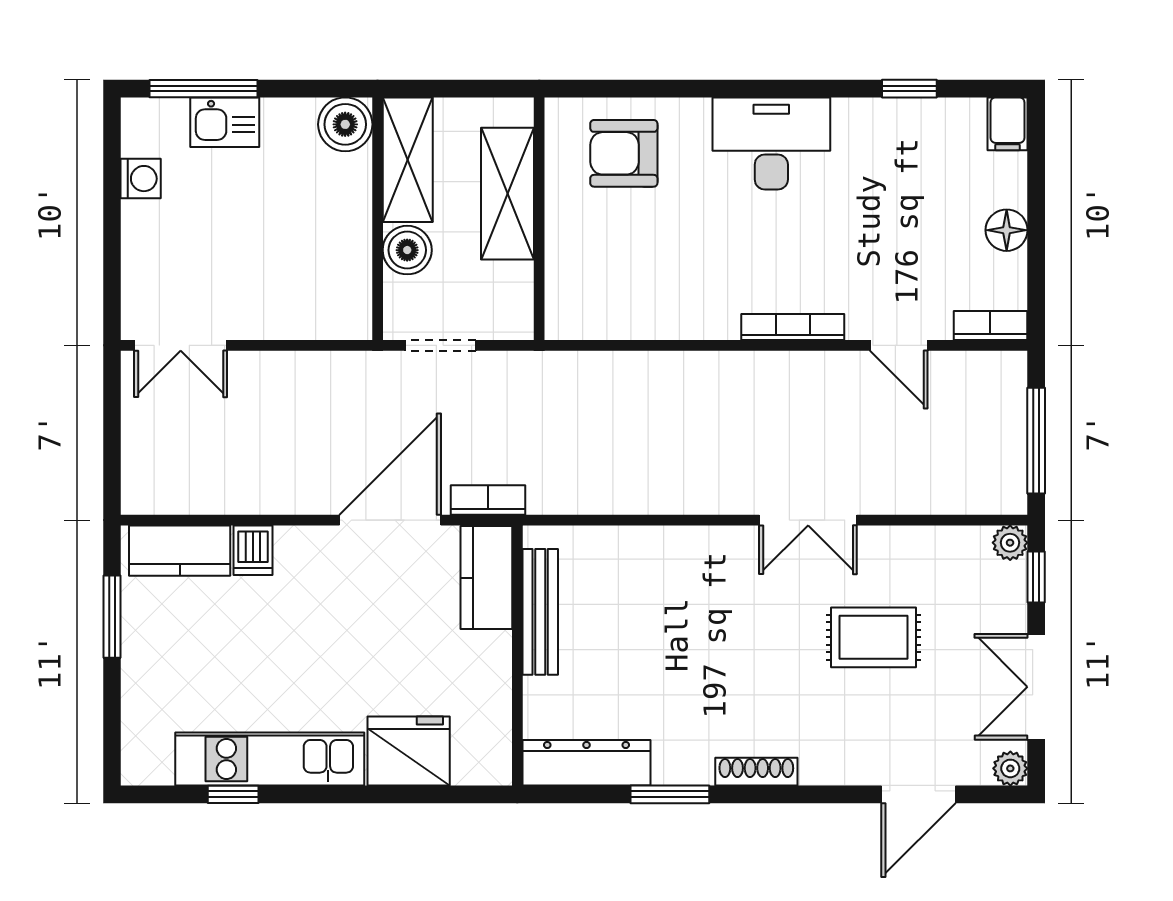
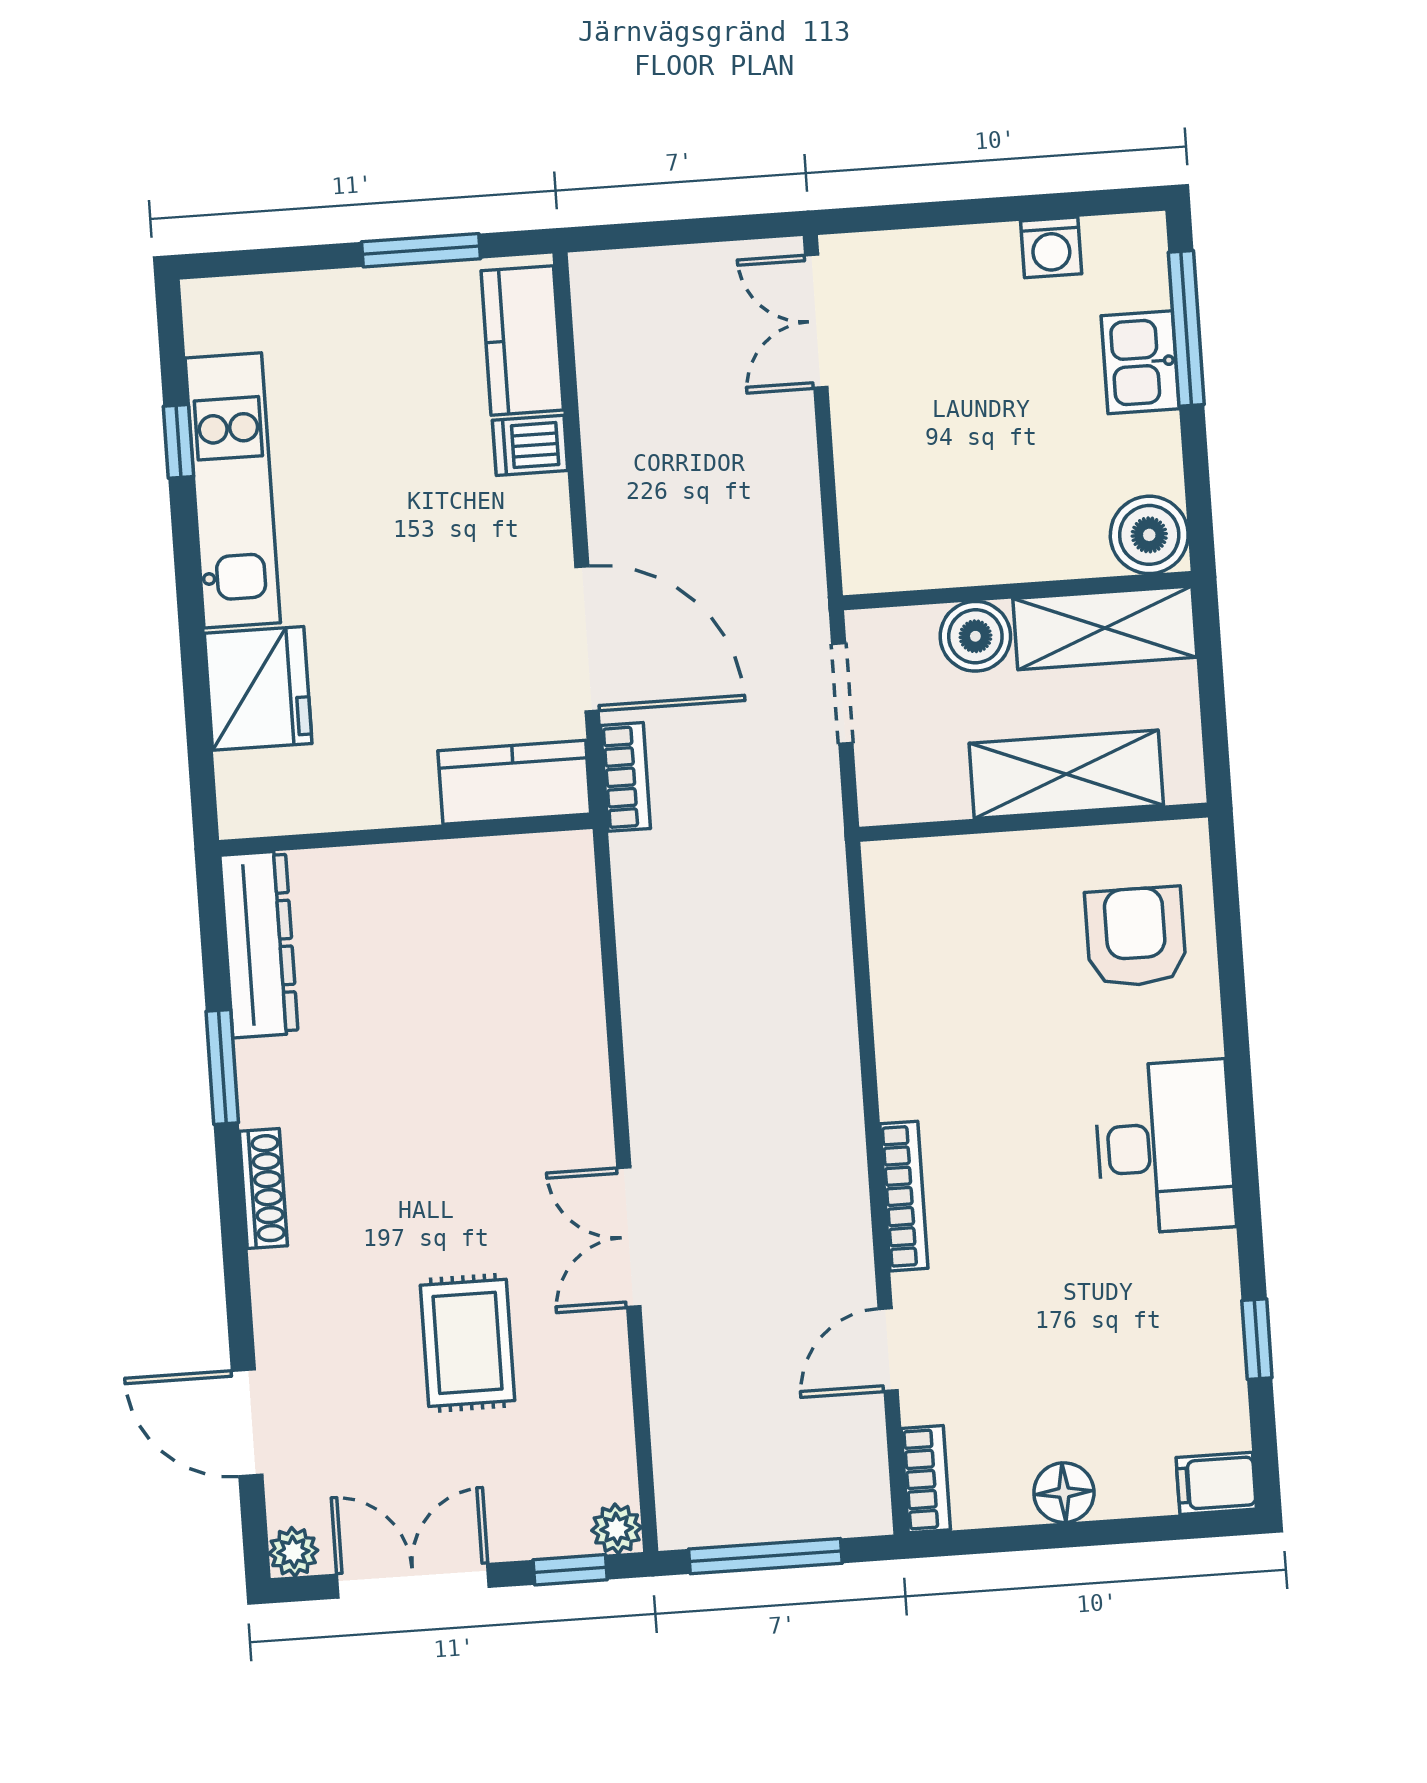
bench: (540, 612) -> (470, 863), removed

